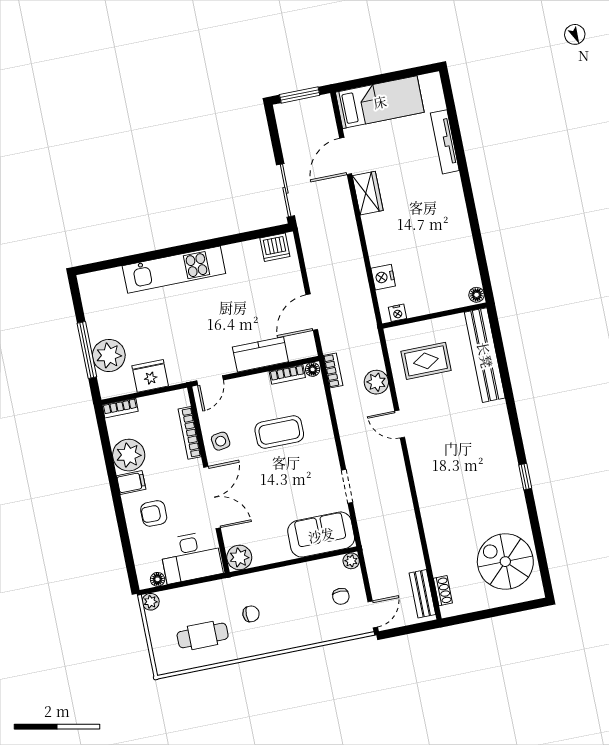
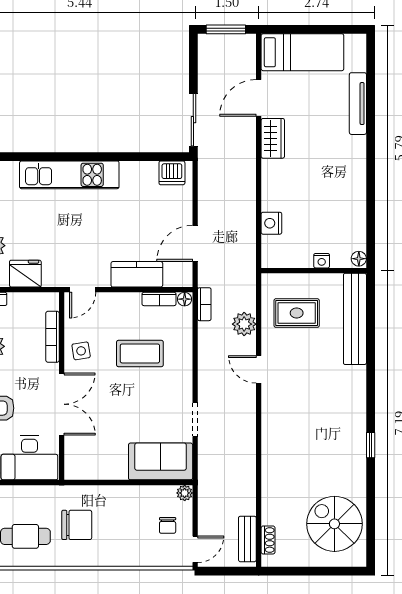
nightstand: (397, 313) -> (322, 261), moved
plant: (239, 557) -> (76, 468), removed
chair: (251, 614) -> (77, 525), width x1.87, depth x1.87

